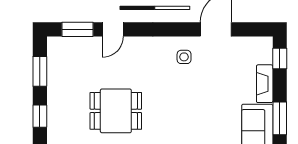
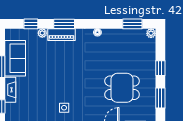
dining table: (116, 111) -> (122, 88), moved

